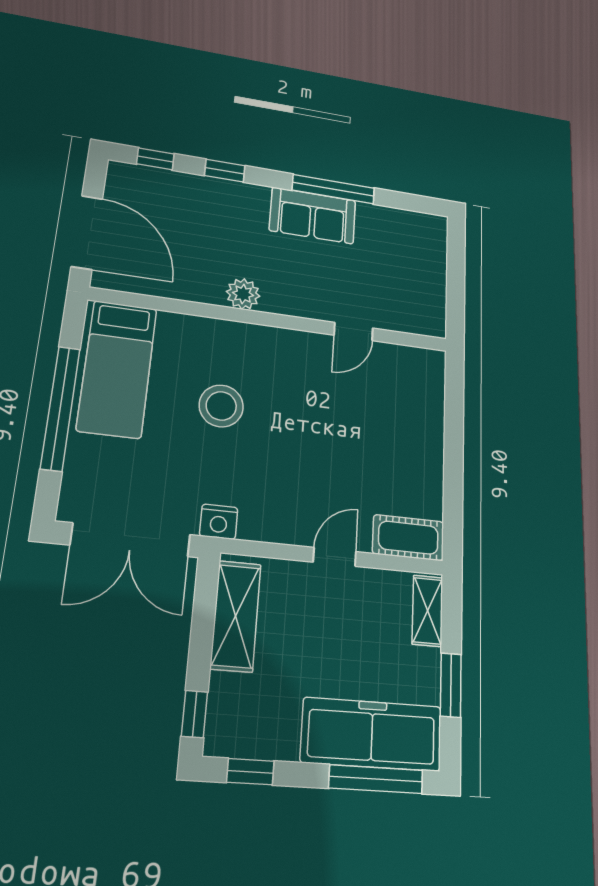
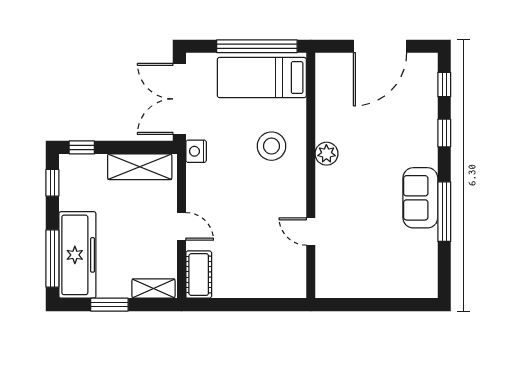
plant: (243, 294) -> (326, 154), moved
wall: (273, 320) -> (311, 175), moved
door: (353, 332) -> (311, 231), moved
bed: (117, 369) -> (262, 78), moved

